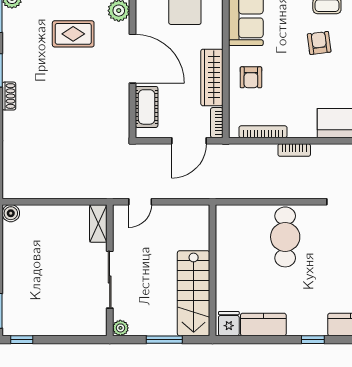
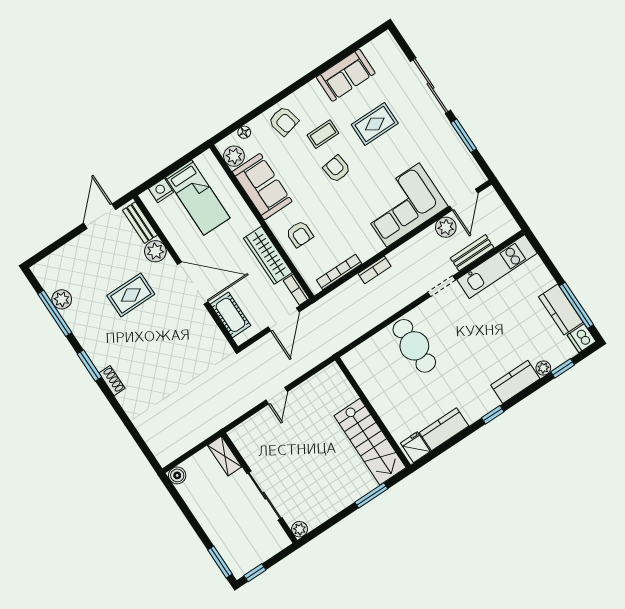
shelving: (98, 223) -> (225, 456), moved
wall: (110, 270) -> (259, 488), moved
sliding door: (110, 280) -> (264, 496), moved
plant: (120, 328) -> (300, 529), moved

